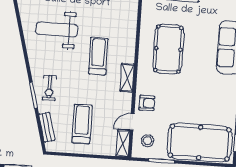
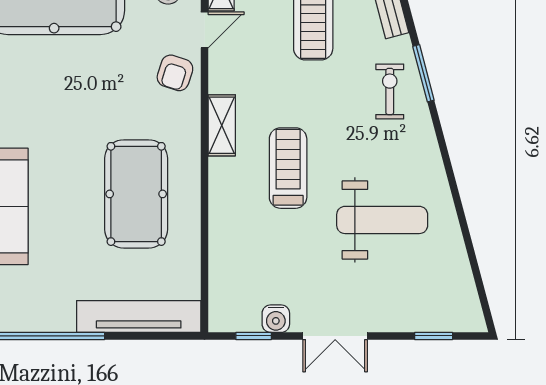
treadmill: (98, 56) -> (288, 168), turned 180
armchair: (147, 103) -> (175, 73), turned -72

